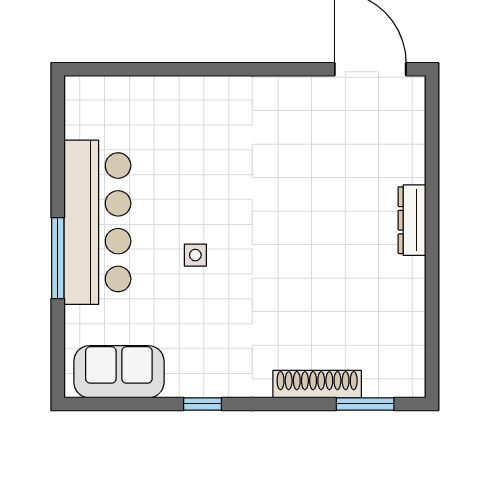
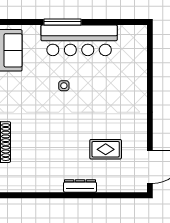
rug: (333, 165) -> (106, 149), added

